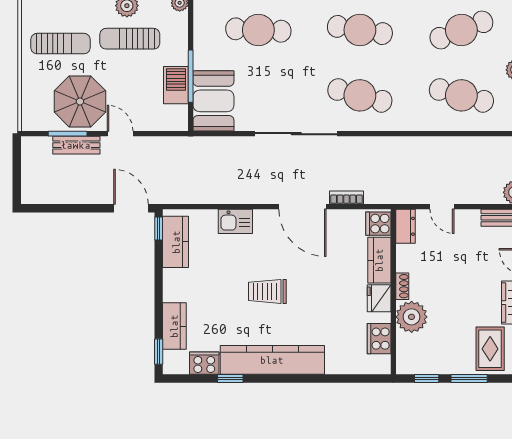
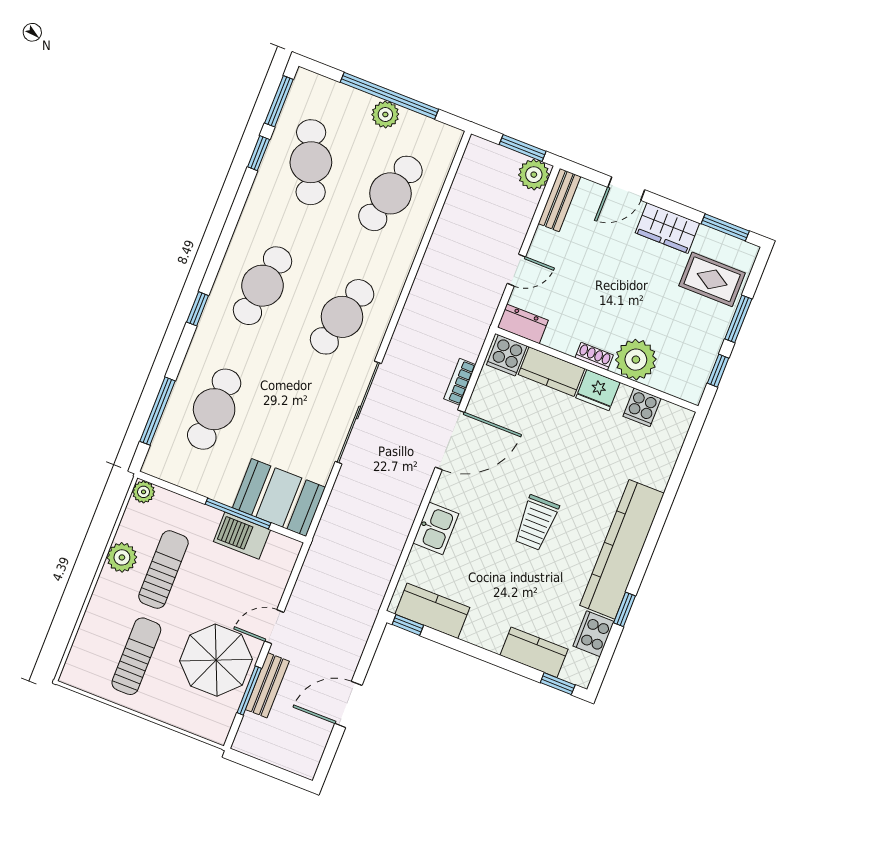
sun lounger: (130, 39) -> (163, 570), turned 180
door: (131, 208) -> (348, 704), moved
cooker: (379, 339) -> (642, 407), width x0.73

